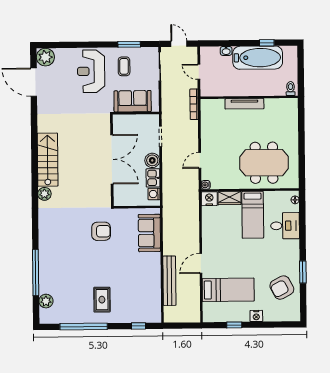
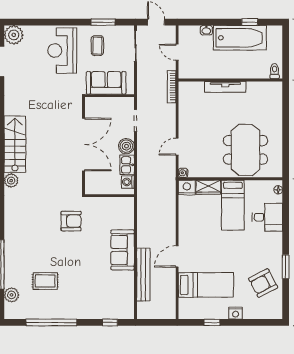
meeting table: (264, 163) -> (245, 150), turned 90
sofa: (149, 233) -> (123, 250), moved
rug: (102, 300) -> (45, 281), moved, turned 90

